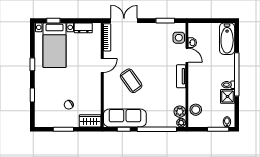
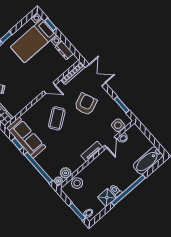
armchair: (140, 48) -> (86, 104), added

